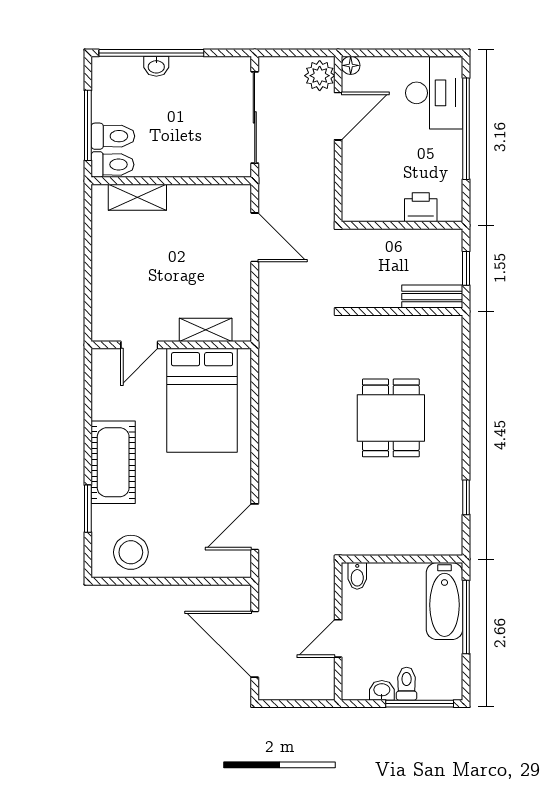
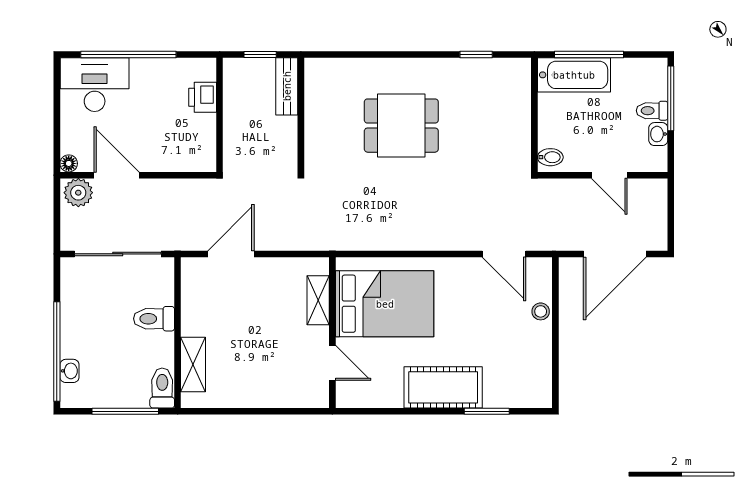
washbasin: (156, 66) -> (70, 371), moved
toilet: (113, 136) -> (154, 319), moved, turned -90
stool: (131, 552) -> (541, 311), moved, width x0.53, depth x0.53

